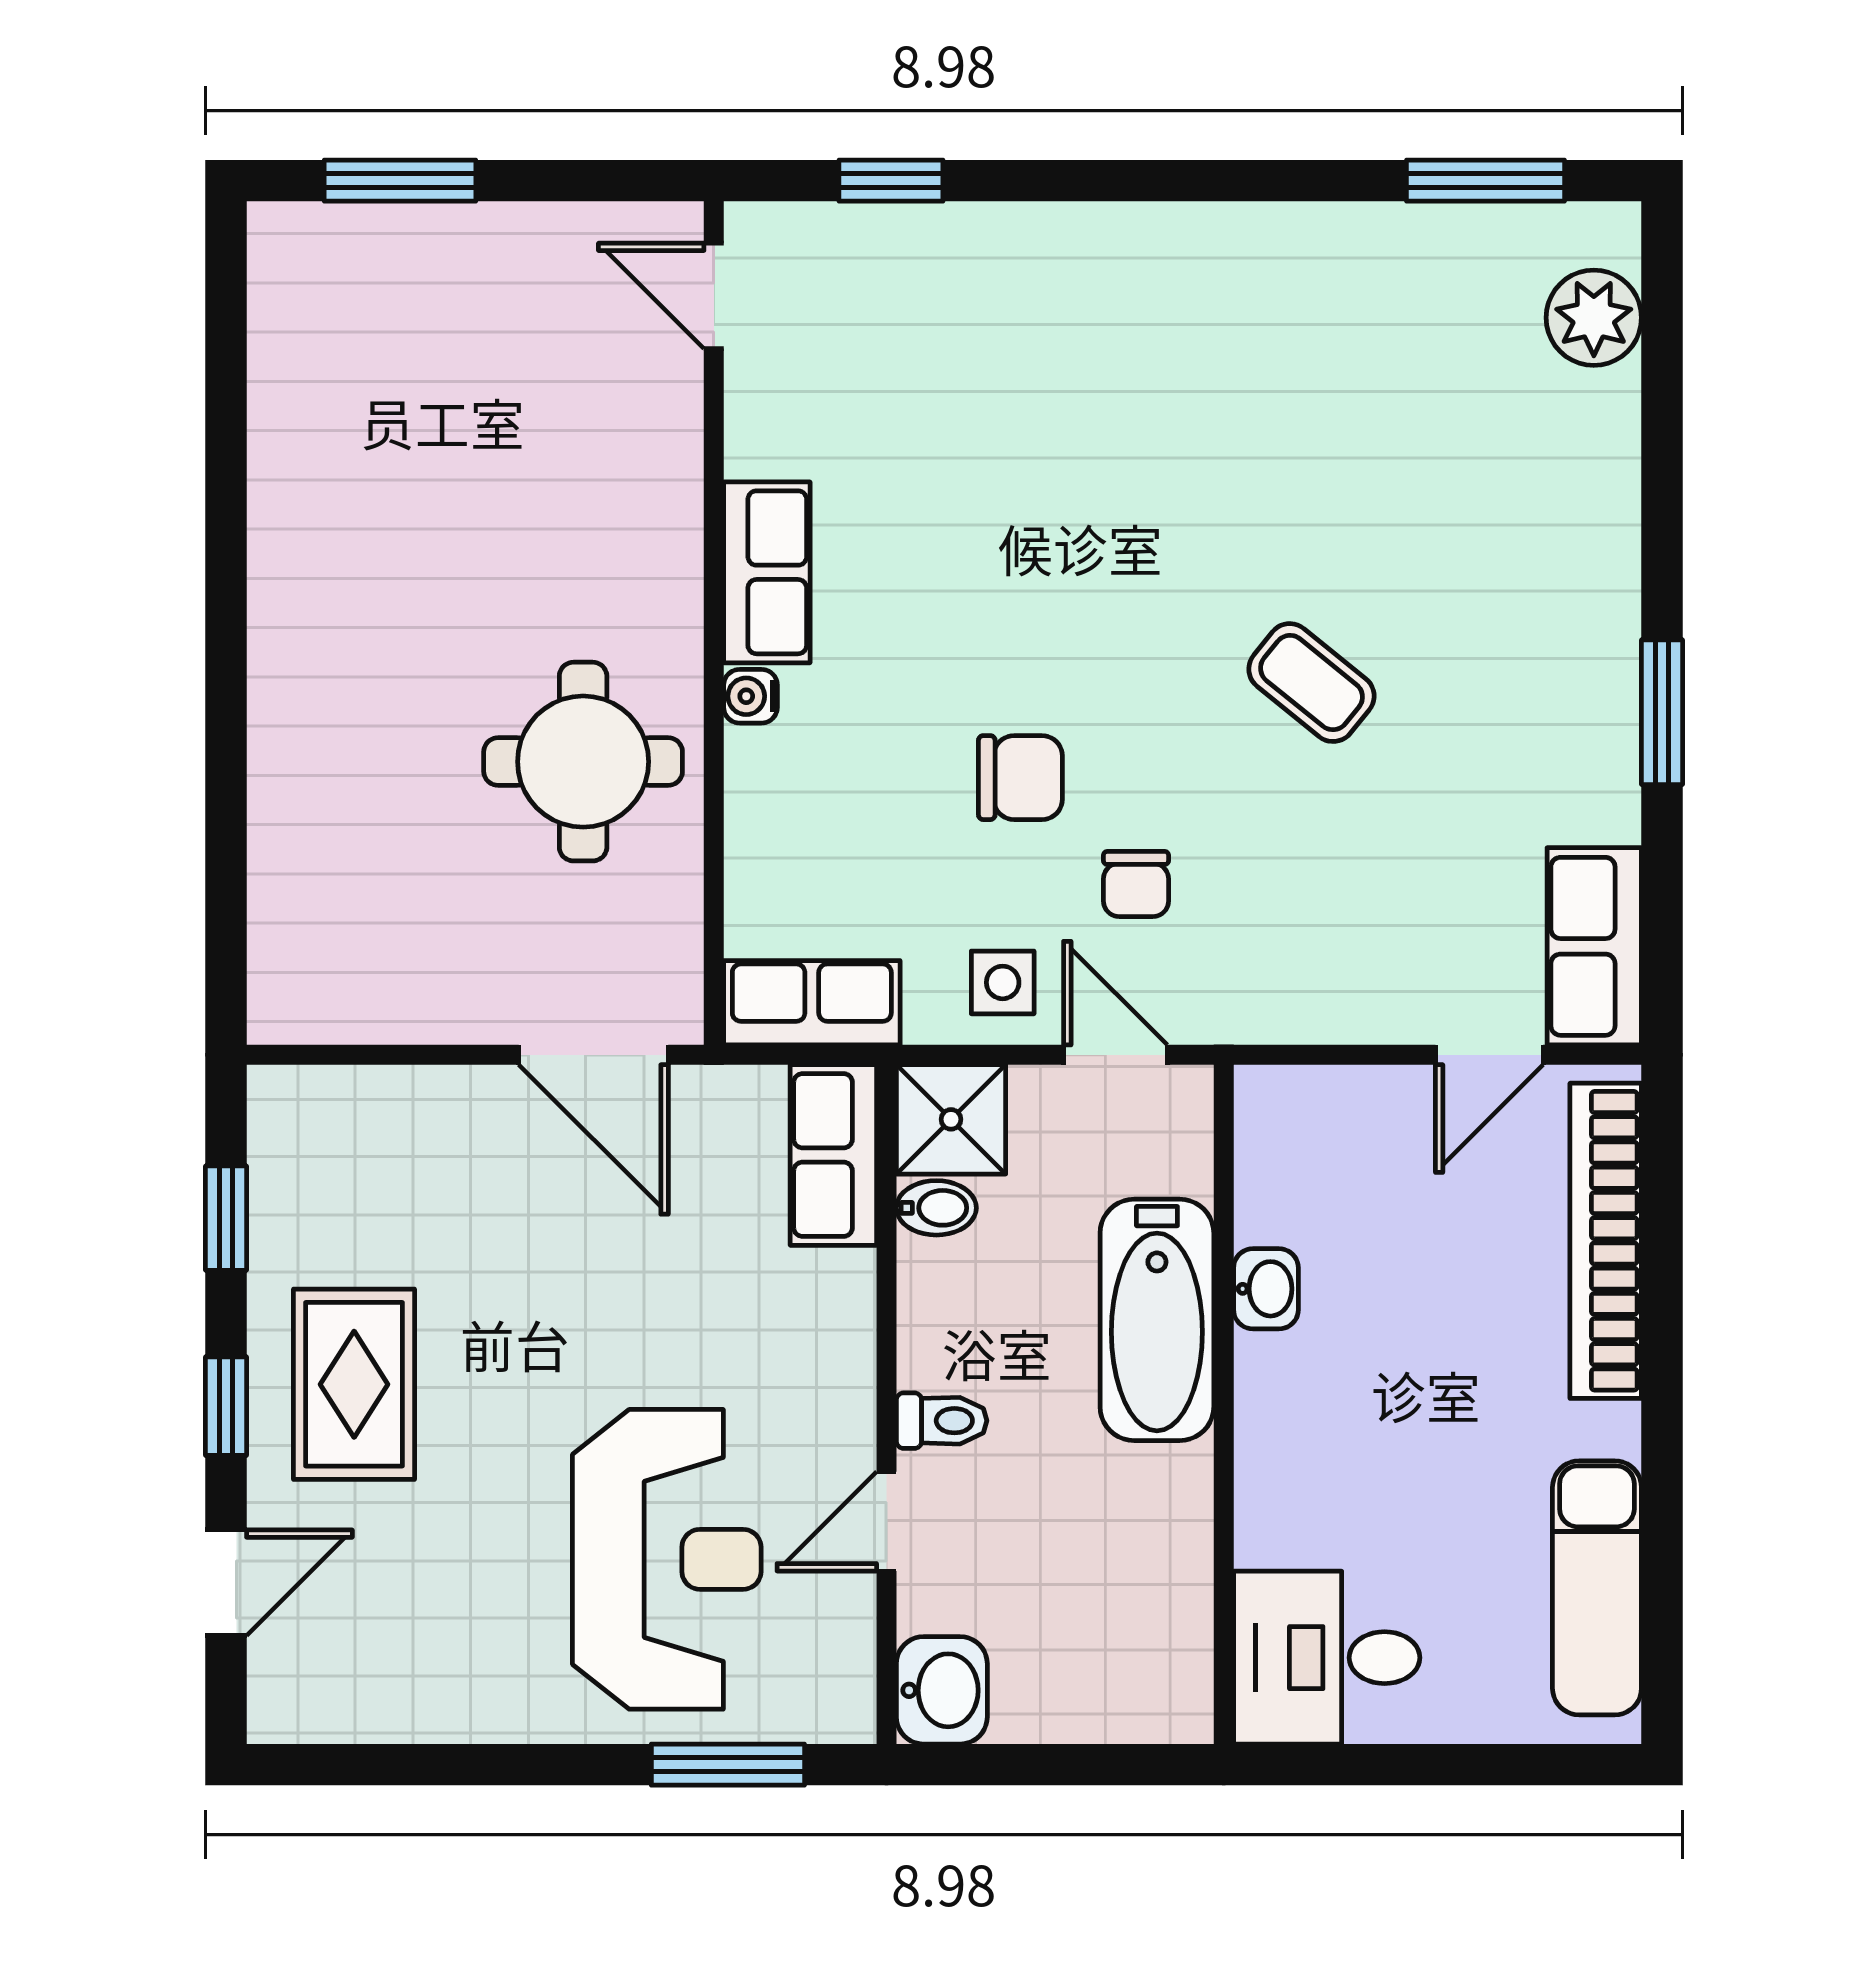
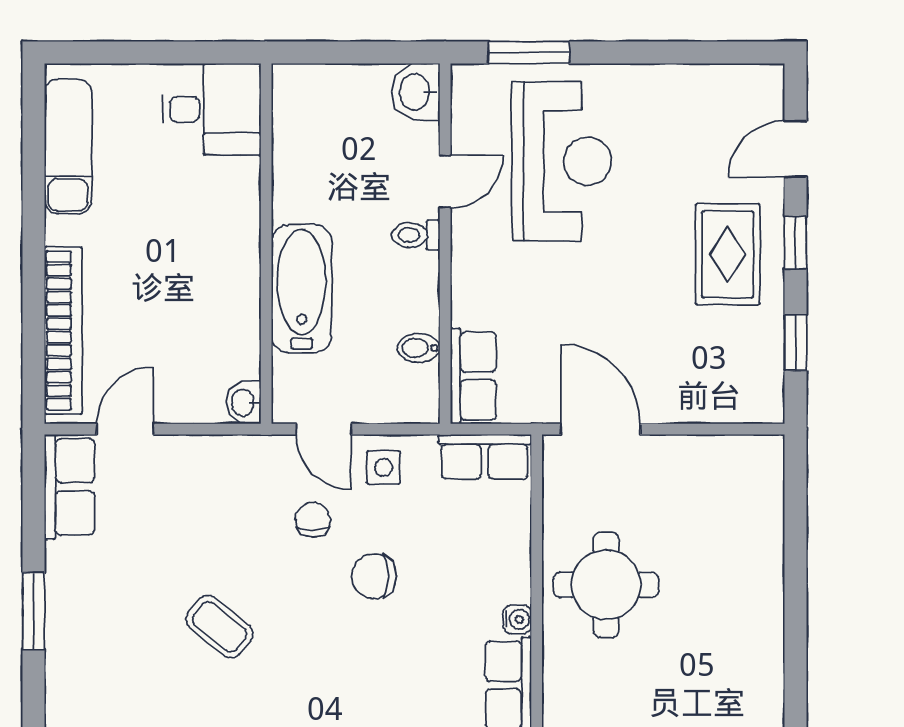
shower: (951, 1119) -> (411, 395), removed
washbasin: (1266, 1289) -> (244, 403), moved
reception desk: (667, 1559) -> (562, 161), turned 180

